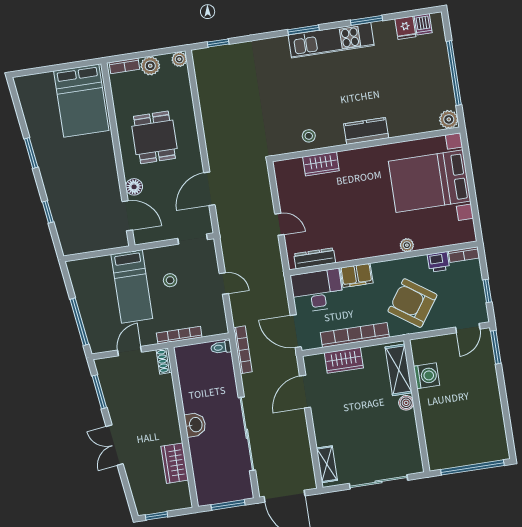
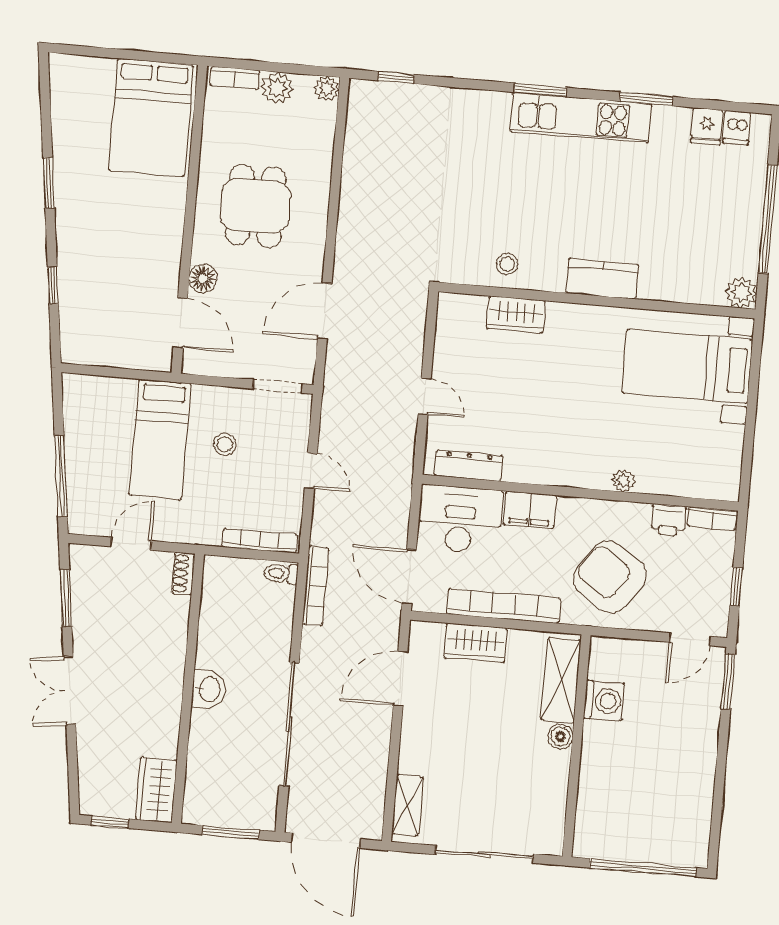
bed with nightstands: (430, 181) -> (687, 366), width x0.73
bookcase: (179, 335) -> (260, 541), moved
wardrobe: (175, 463) -> (156, 790), moved

